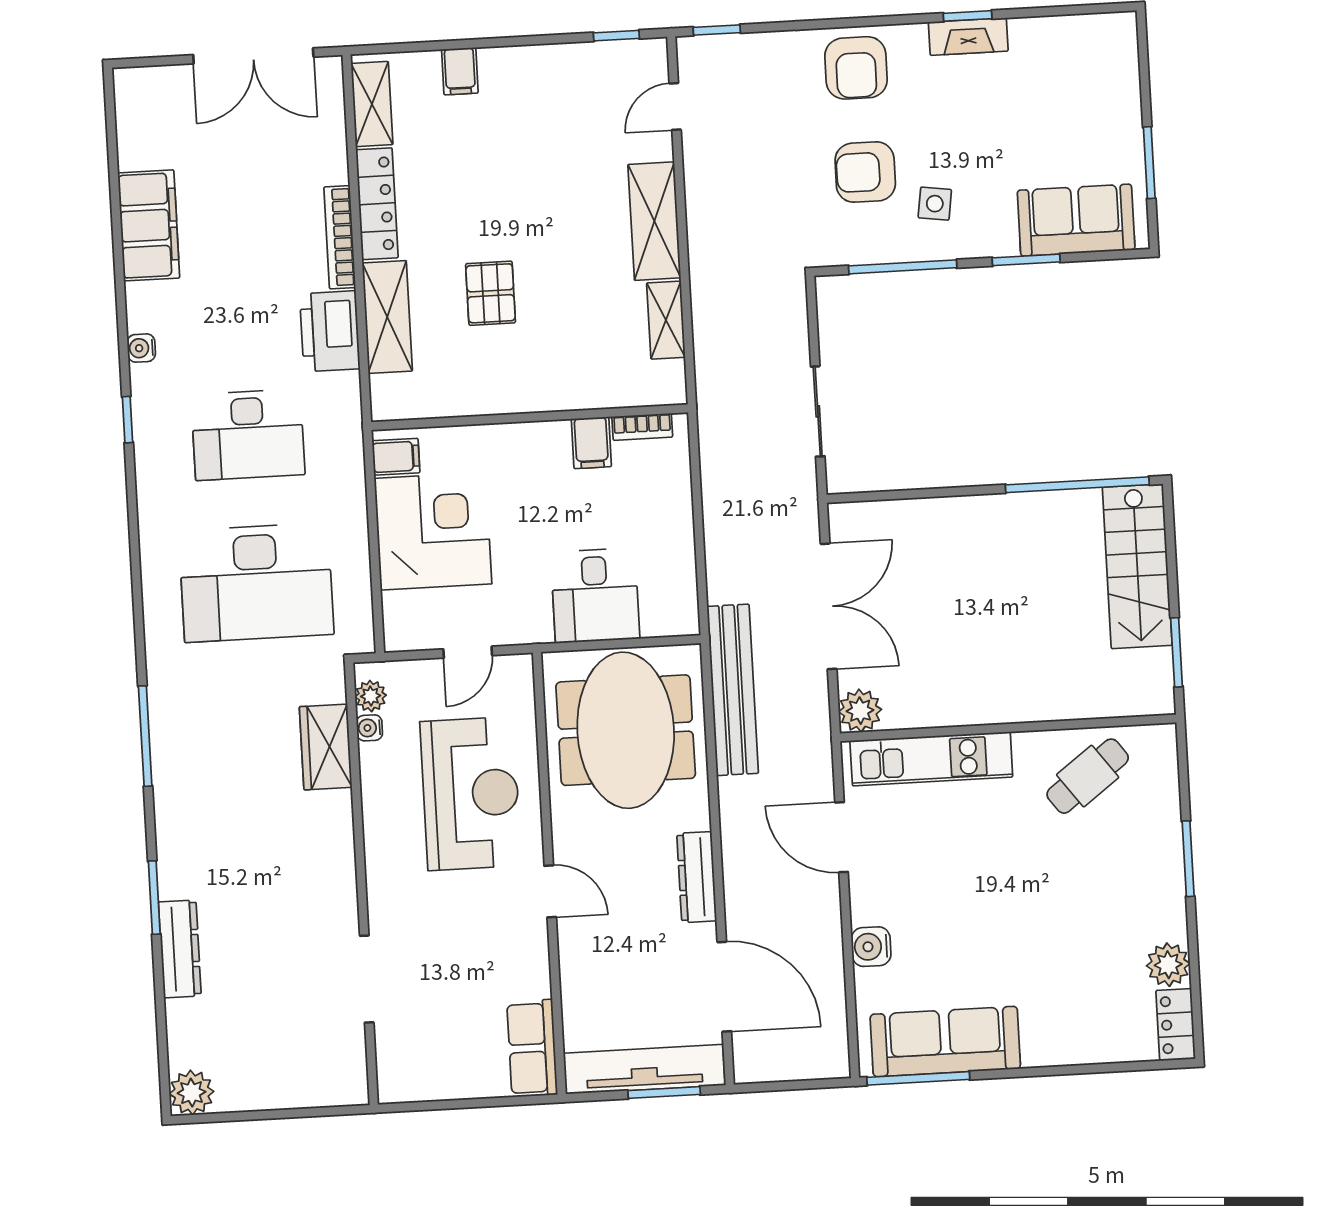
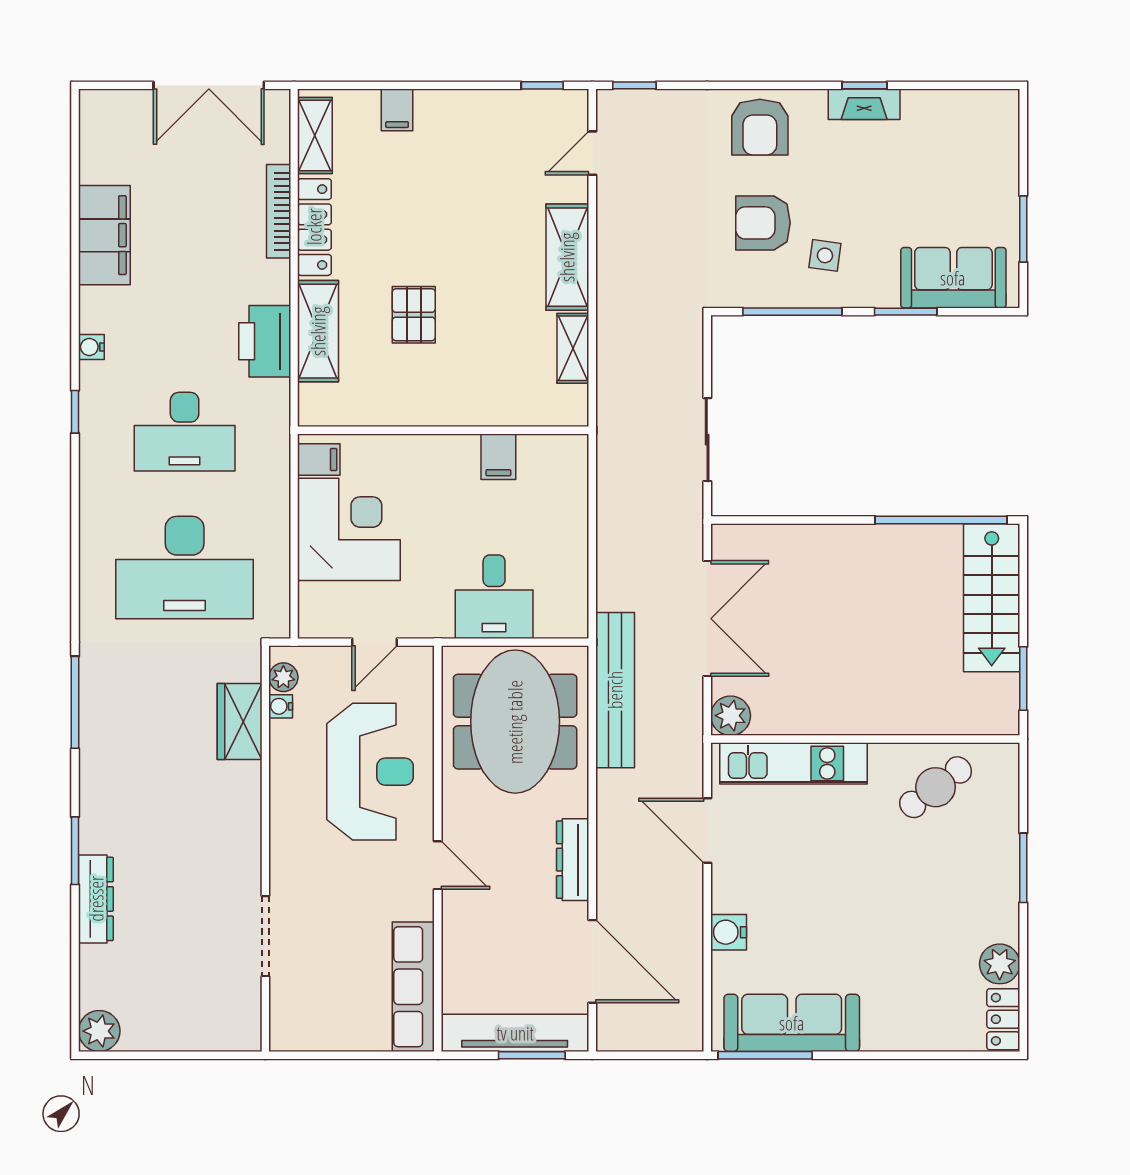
bookcase: (340, 237) -> (279, 211), moved
bookcase: (642, 427) -> (546, 445), removed
row of seats: (532, 1048) -> (413, 987), width x1.48

